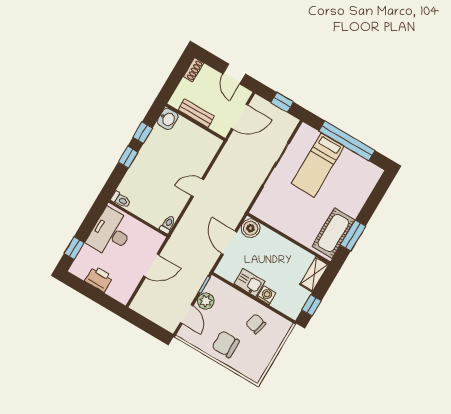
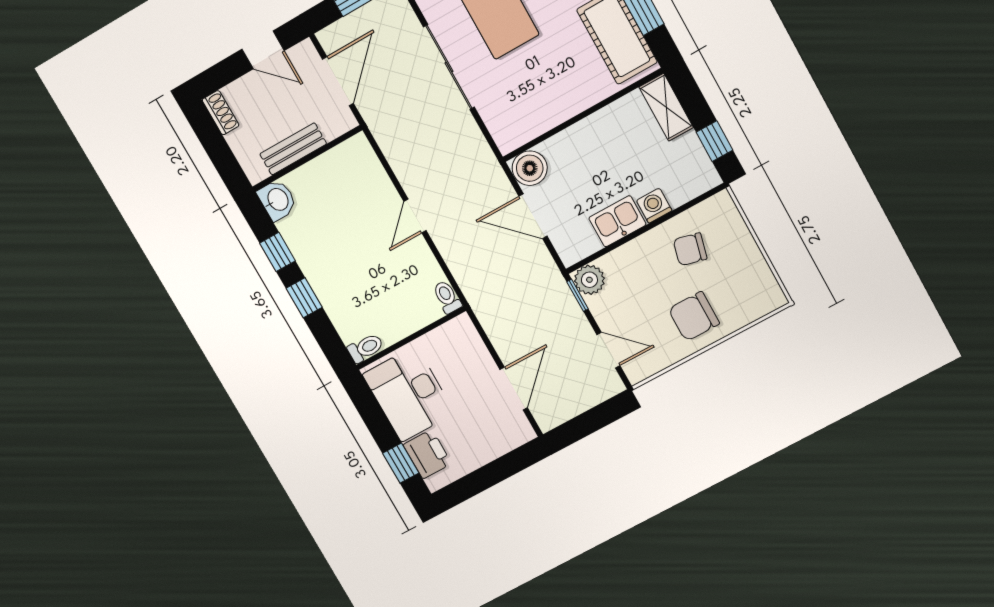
door: (151, 265) -> (514, 389), moved
printer: (99, 279) -> (427, 454), moved, turned 90
plant: (206, 301) -> (589, 280), moved

